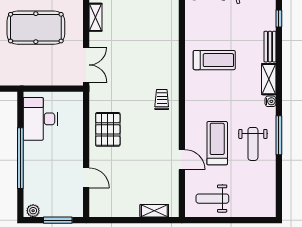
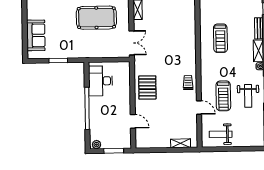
treadmill: (214, 60) -> (220, 38), turned 90
trolley: (162, 100) -> (188, 83), moved
treadmill: (217, 143) -> (223, 96), turned 180

